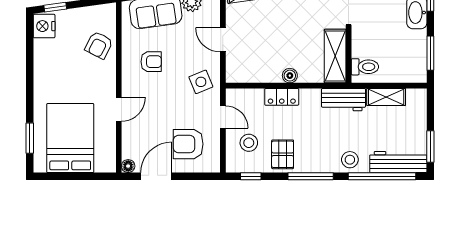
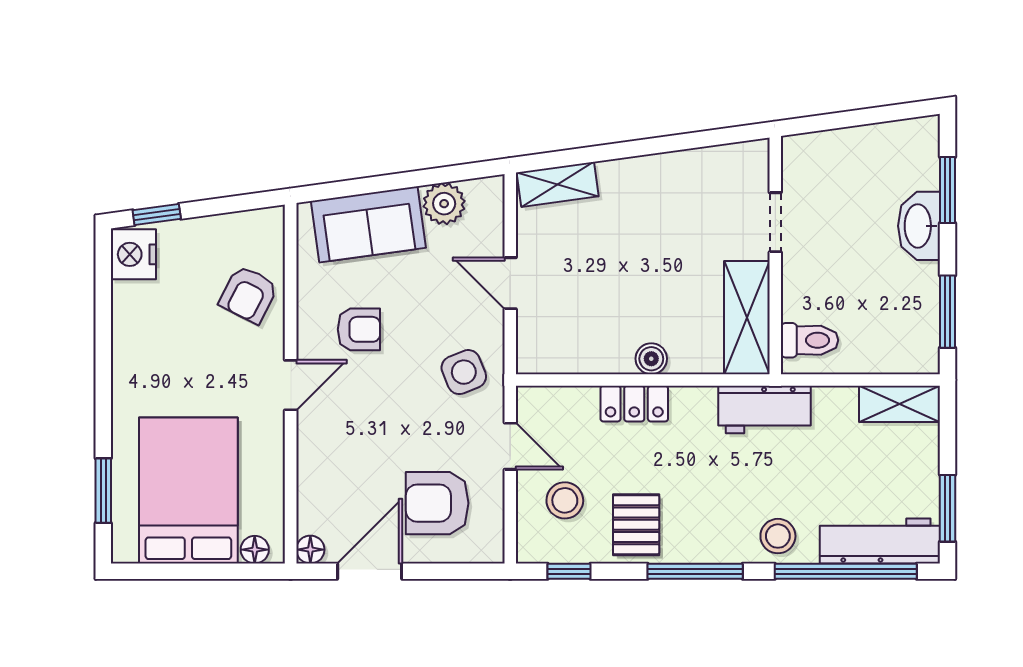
shelving: (386, 97) -> (899, 404), moved
door: (119, 109) -> (291, 385), moved
floor lamp: (102, 166) -> (255, 550), added

